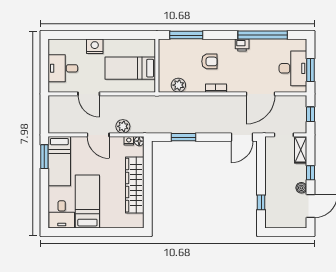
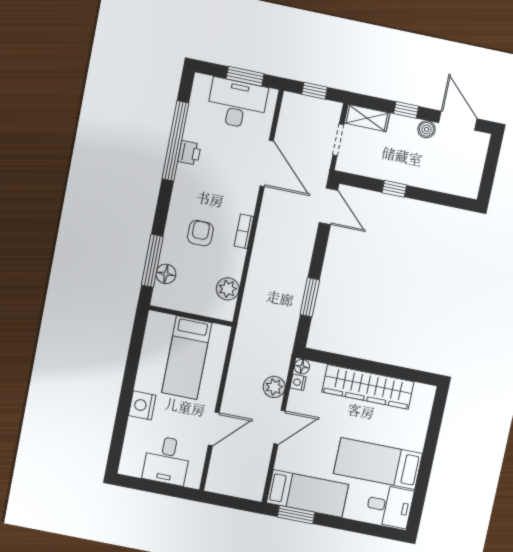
floor lamp: (180, 45) -> (166, 274), added
printer: (242, 45) -> (189, 153), moved
window: (261, 202) -> (394, 189), moved

